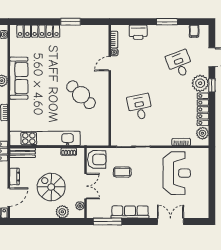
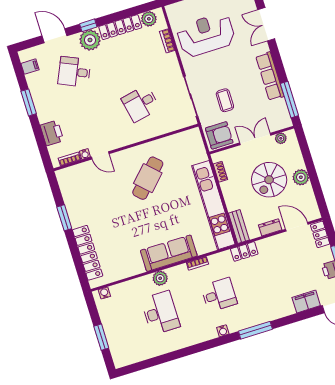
desk: (180, 64) -> (74, 72), turned 45
sofa: (19, 78) -> (169, 253), moved
armchair: (97, 159) -> (219, 135), turned 90
plant: (62, 212) -> (301, 177), moved

